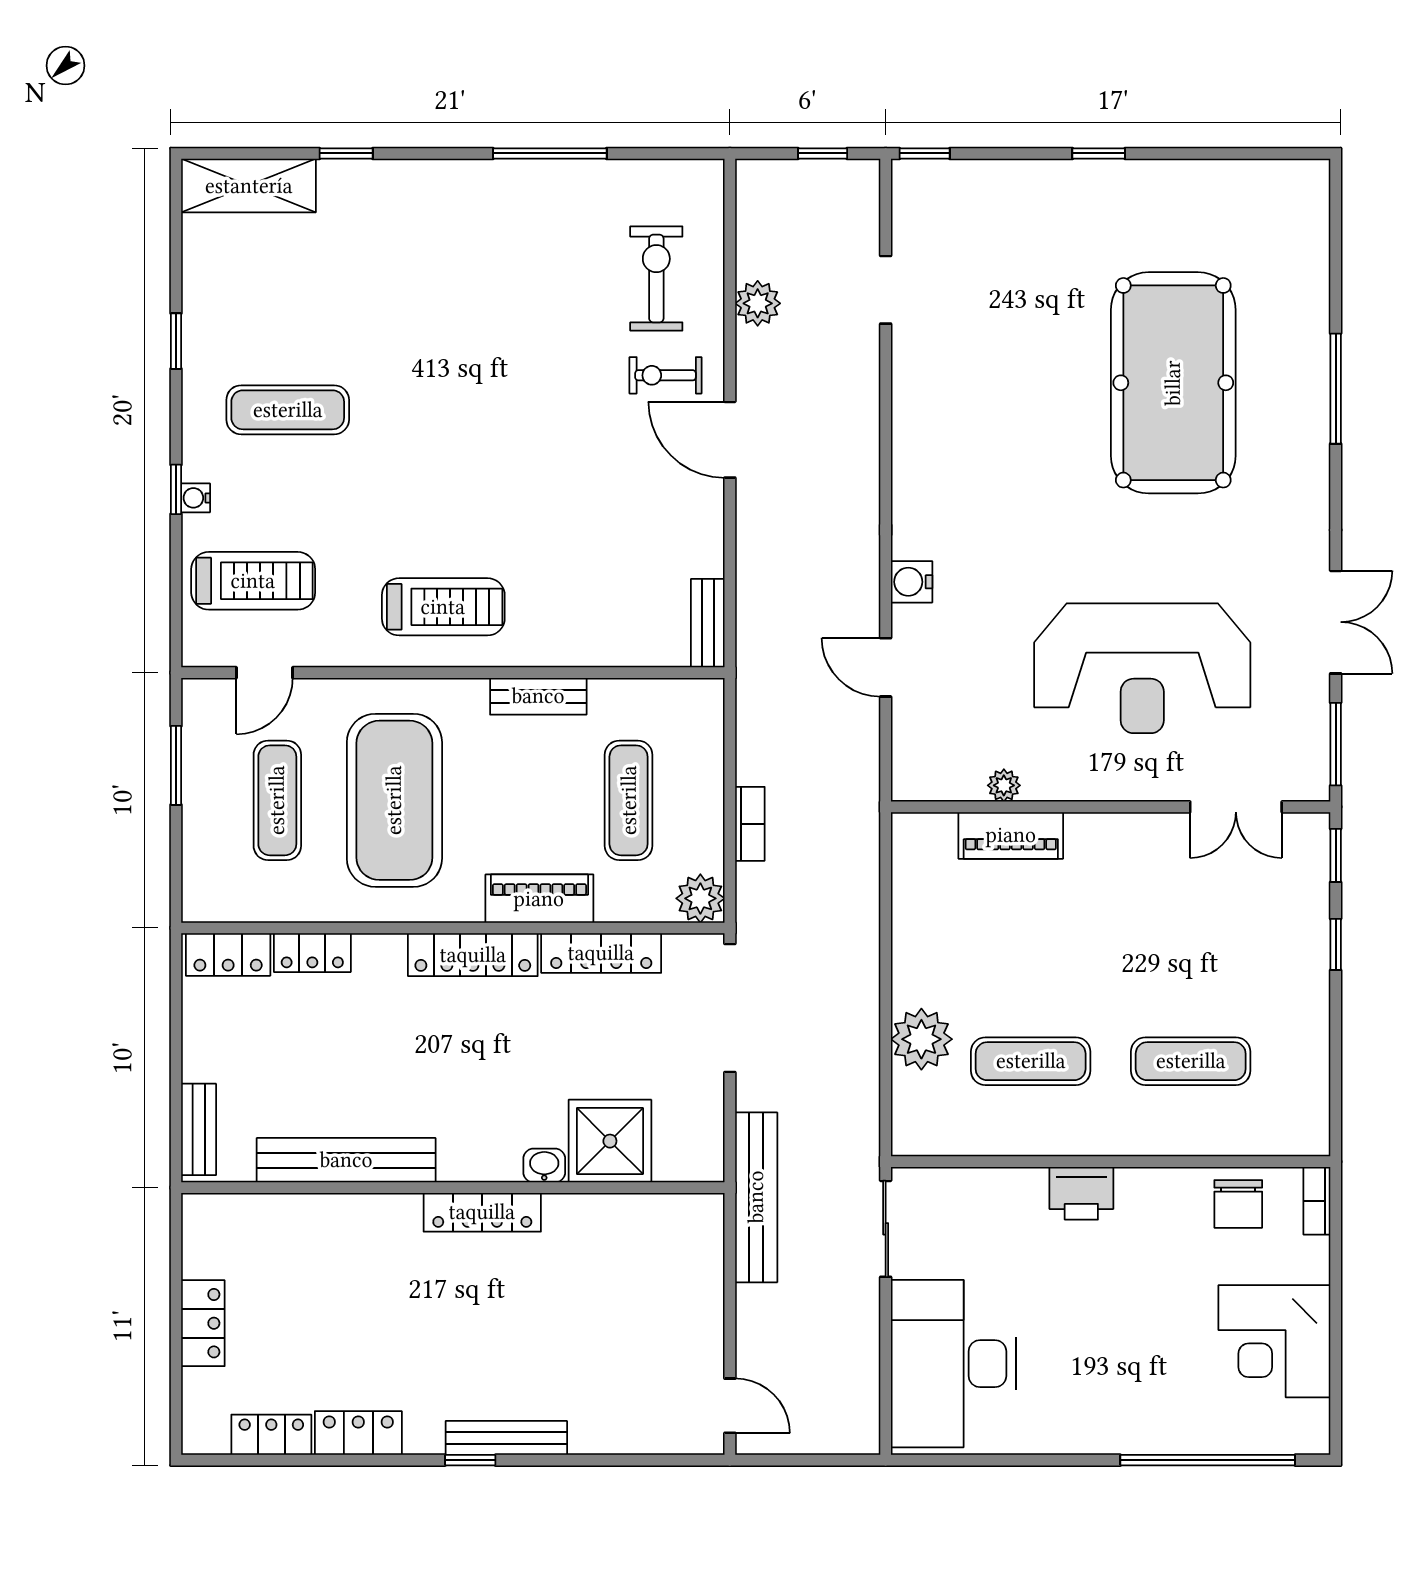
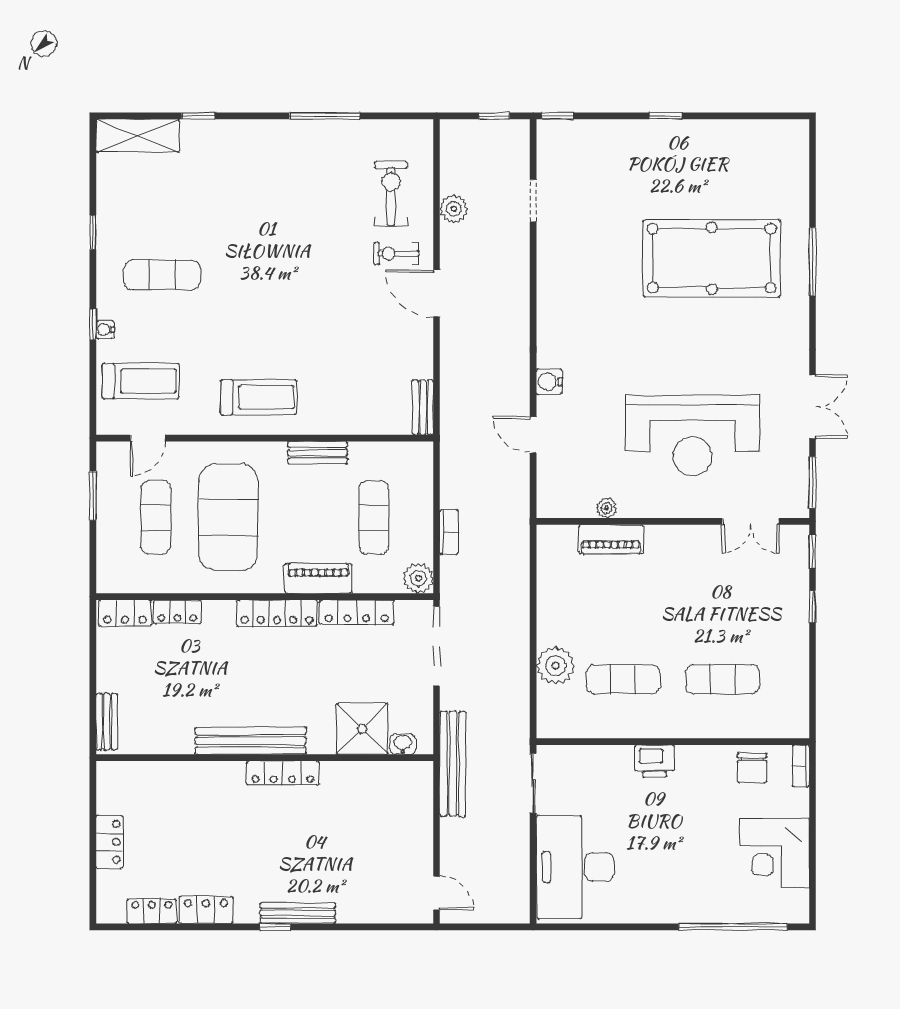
pool table: (1173, 383) -> (712, 258), turned 90
bench: (346, 1160) -> (251, 741), moved
washbasin: (544, 1165) -> (403, 744), moved

